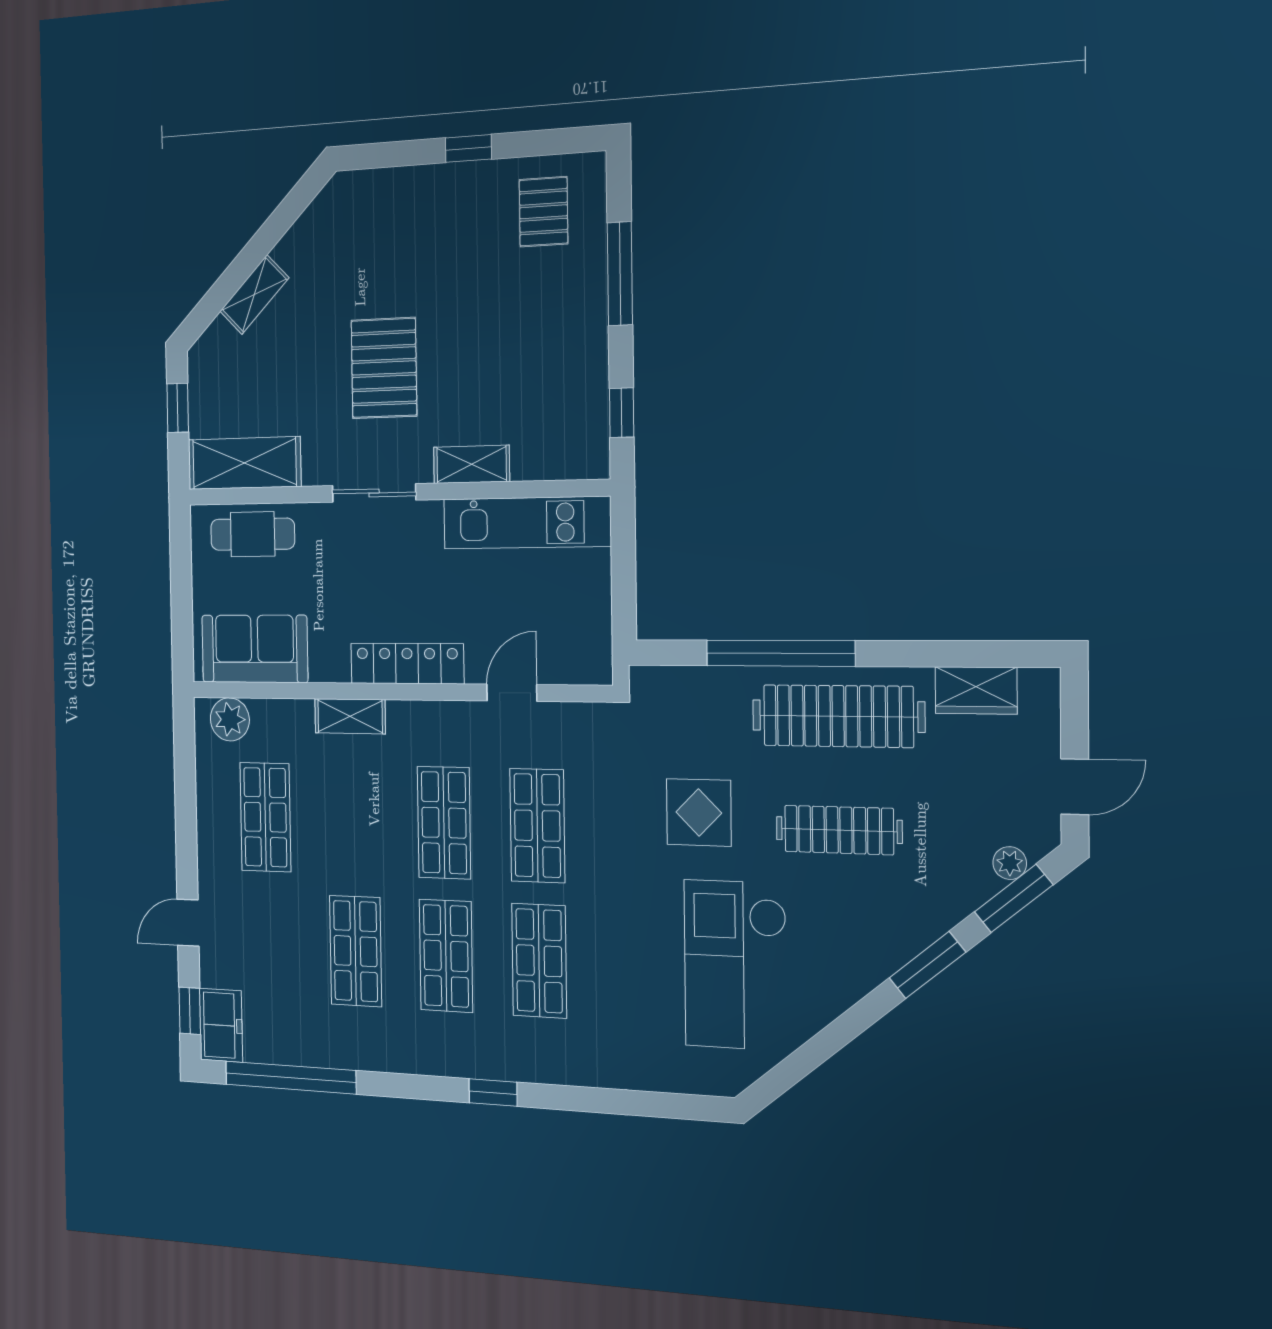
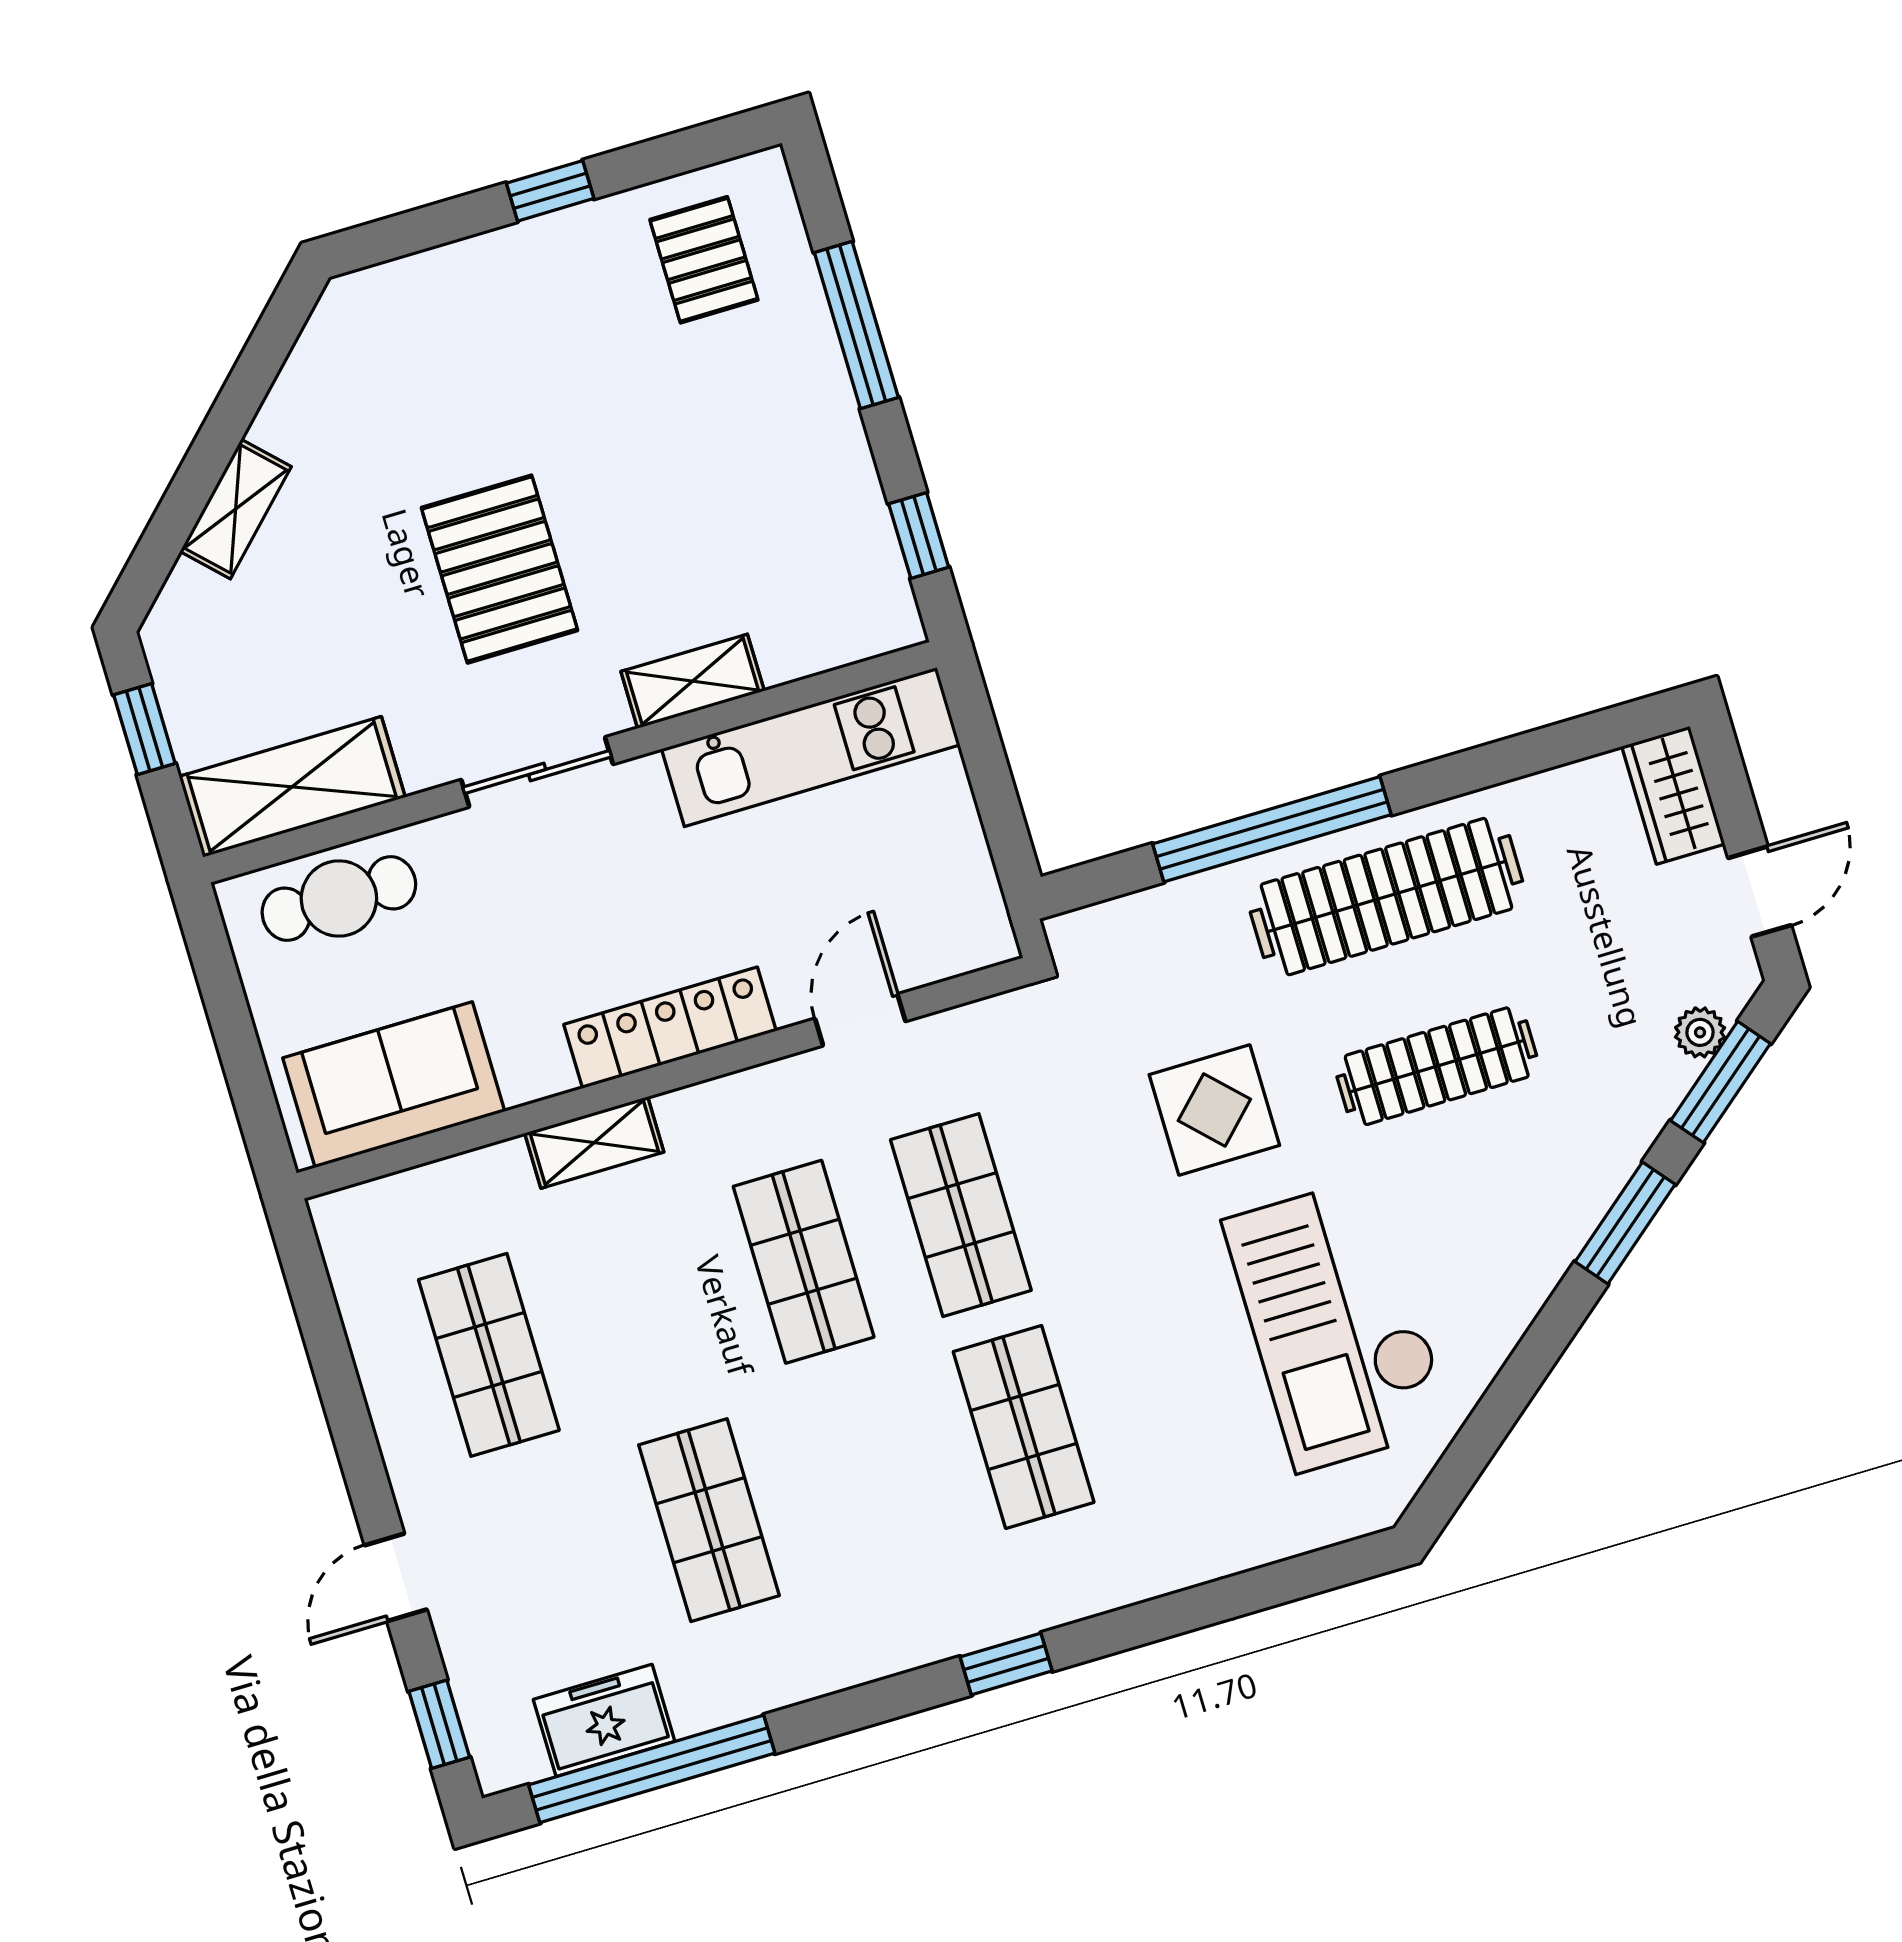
wardrobe: (976, 690) -> (1673, 795), moved, turned 90
plant: (230, 719) -> (381, 1214), removed
shop shelf: (446, 956) -> (866, 1474), removed
freezer: (221, 1025) -> (604, 1720), moved, turned -90

